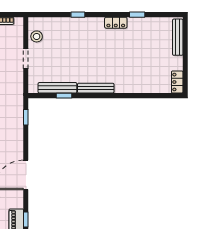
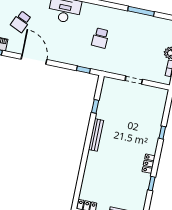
stool: (37, 36) -> (151, 93), removed
bench: (57, 88) -> (103, 102), removed

